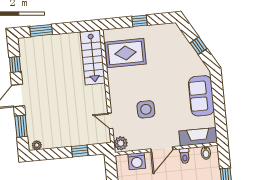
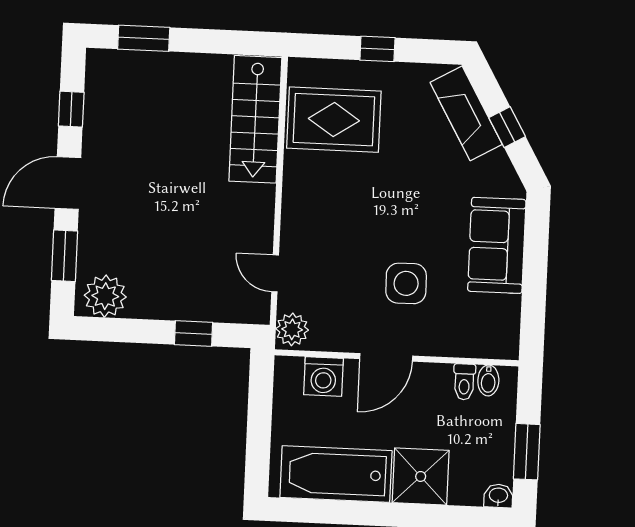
side table: (146, 109) -> (406, 283), moved
fireplace: (198, 137) -> (466, 113), moved, turned -120
plant: (37, 145) -> (105, 296), width x1.88, depth x1.88
toilet: (185, 156) -> (464, 382), moved

